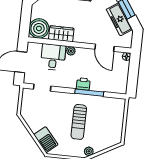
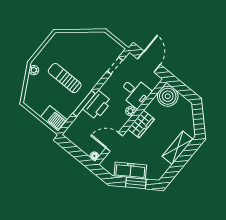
wardrobe: (61, 34) -> (141, 124), moved
printer: (83, 84) -> (97, 105), width x1.87, depth x1.48
barbecue: (46, 140) -> (54, 119), moved, turned -140

